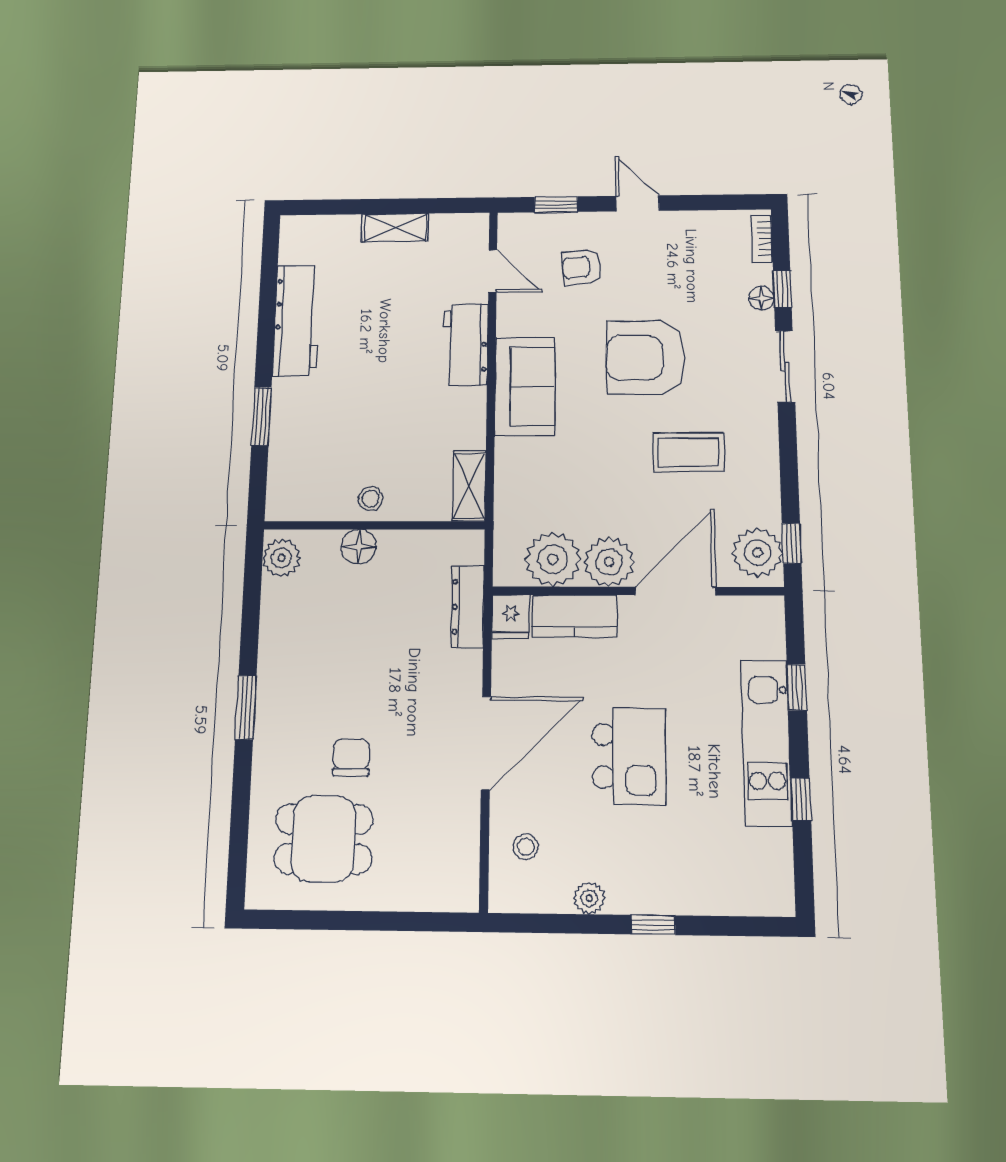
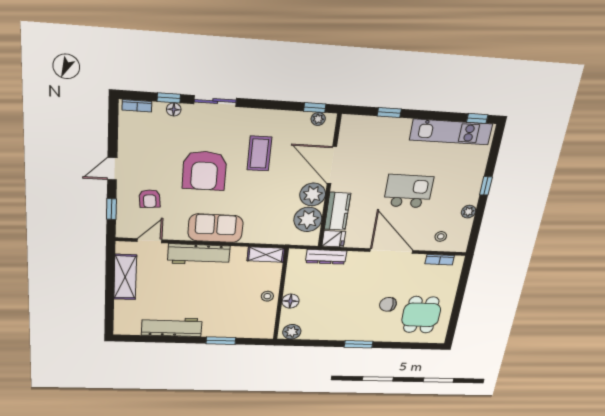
shelving: (395, 228) -> (125, 277), width x1.50, depth x1.33
workbench: (465, 345) -> (199, 255), width x1.37
plant: (758, 553) -> (318, 119), width x0.53, depth x0.53
kitchen unit: (766, 743) -> (451, 132), moved
window: (801, 799) -> (477, 118), moved
bookcase: (468, 855) -> (440, 260), added

